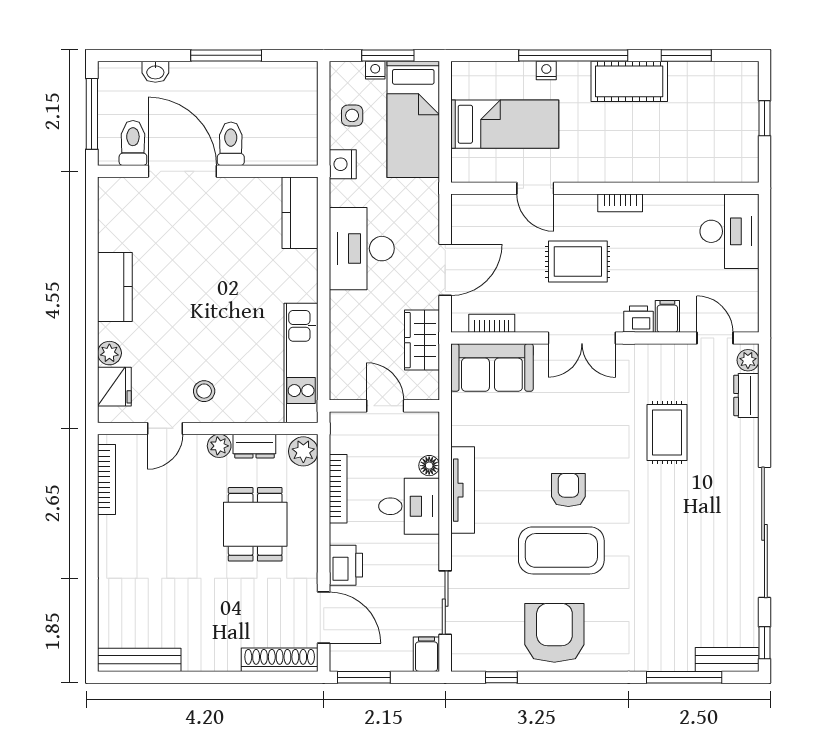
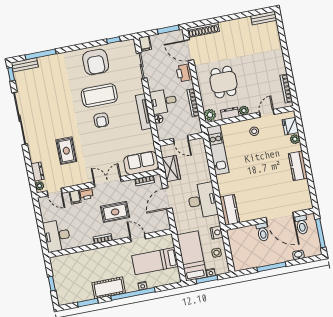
bench: (139, 660) -> (264, 18), width x0.73

